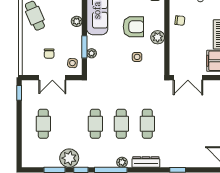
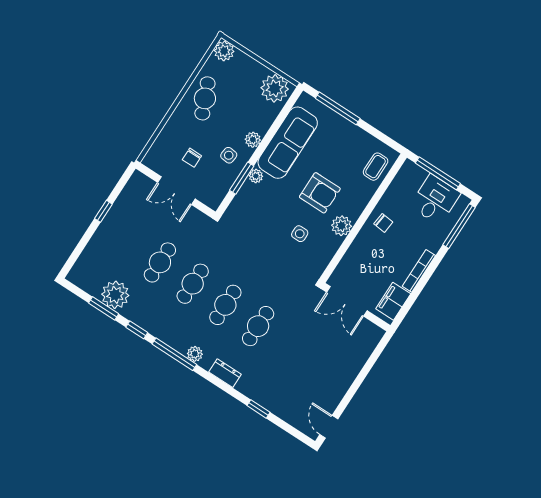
plant: (92, 53) -> (256, 176), moved
side table: (72, 63) -> (229, 155), moved
window: (19, 93) -> (103, 211), moved
cafe table: (43, 124) -> (160, 262), moved
plant: (69, 158) -> (115, 295), moved
dresser: (146, 162) -> (225, 373), width x0.70

